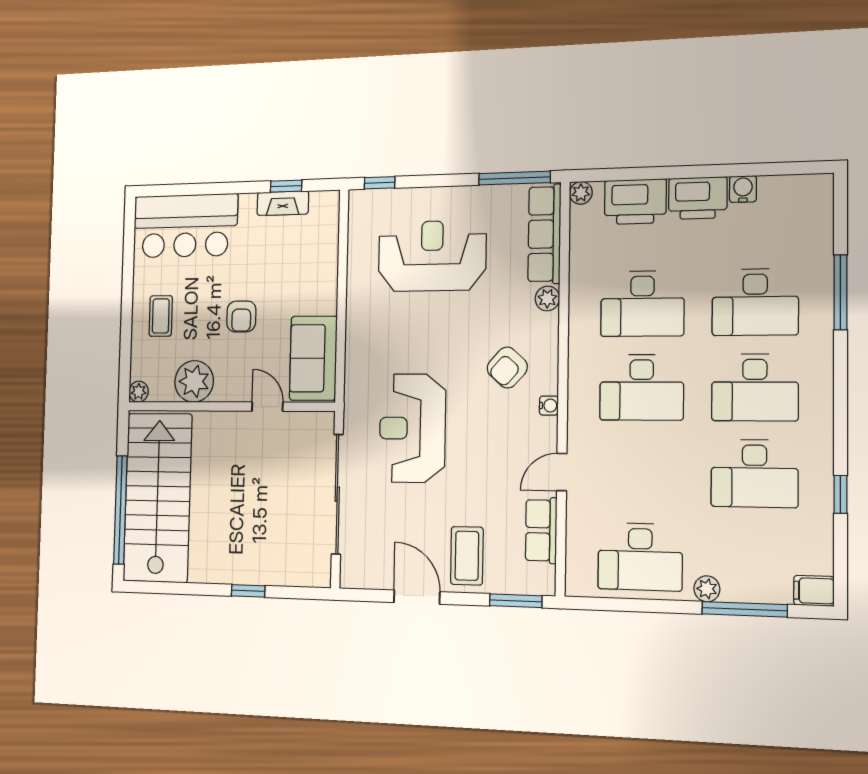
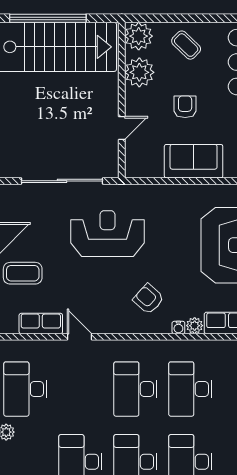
coffee table: (161, 316) -> (186, 45), turned 44
armchair: (241, 316) -> (185, 107), turned 90
sofa: (313, 358) -> (194, 161), moved
plant: (139, 392) -> (139, 36), width x1.88, depth x1.88
water cooler: (549, 406) -> (178, 328), moved

